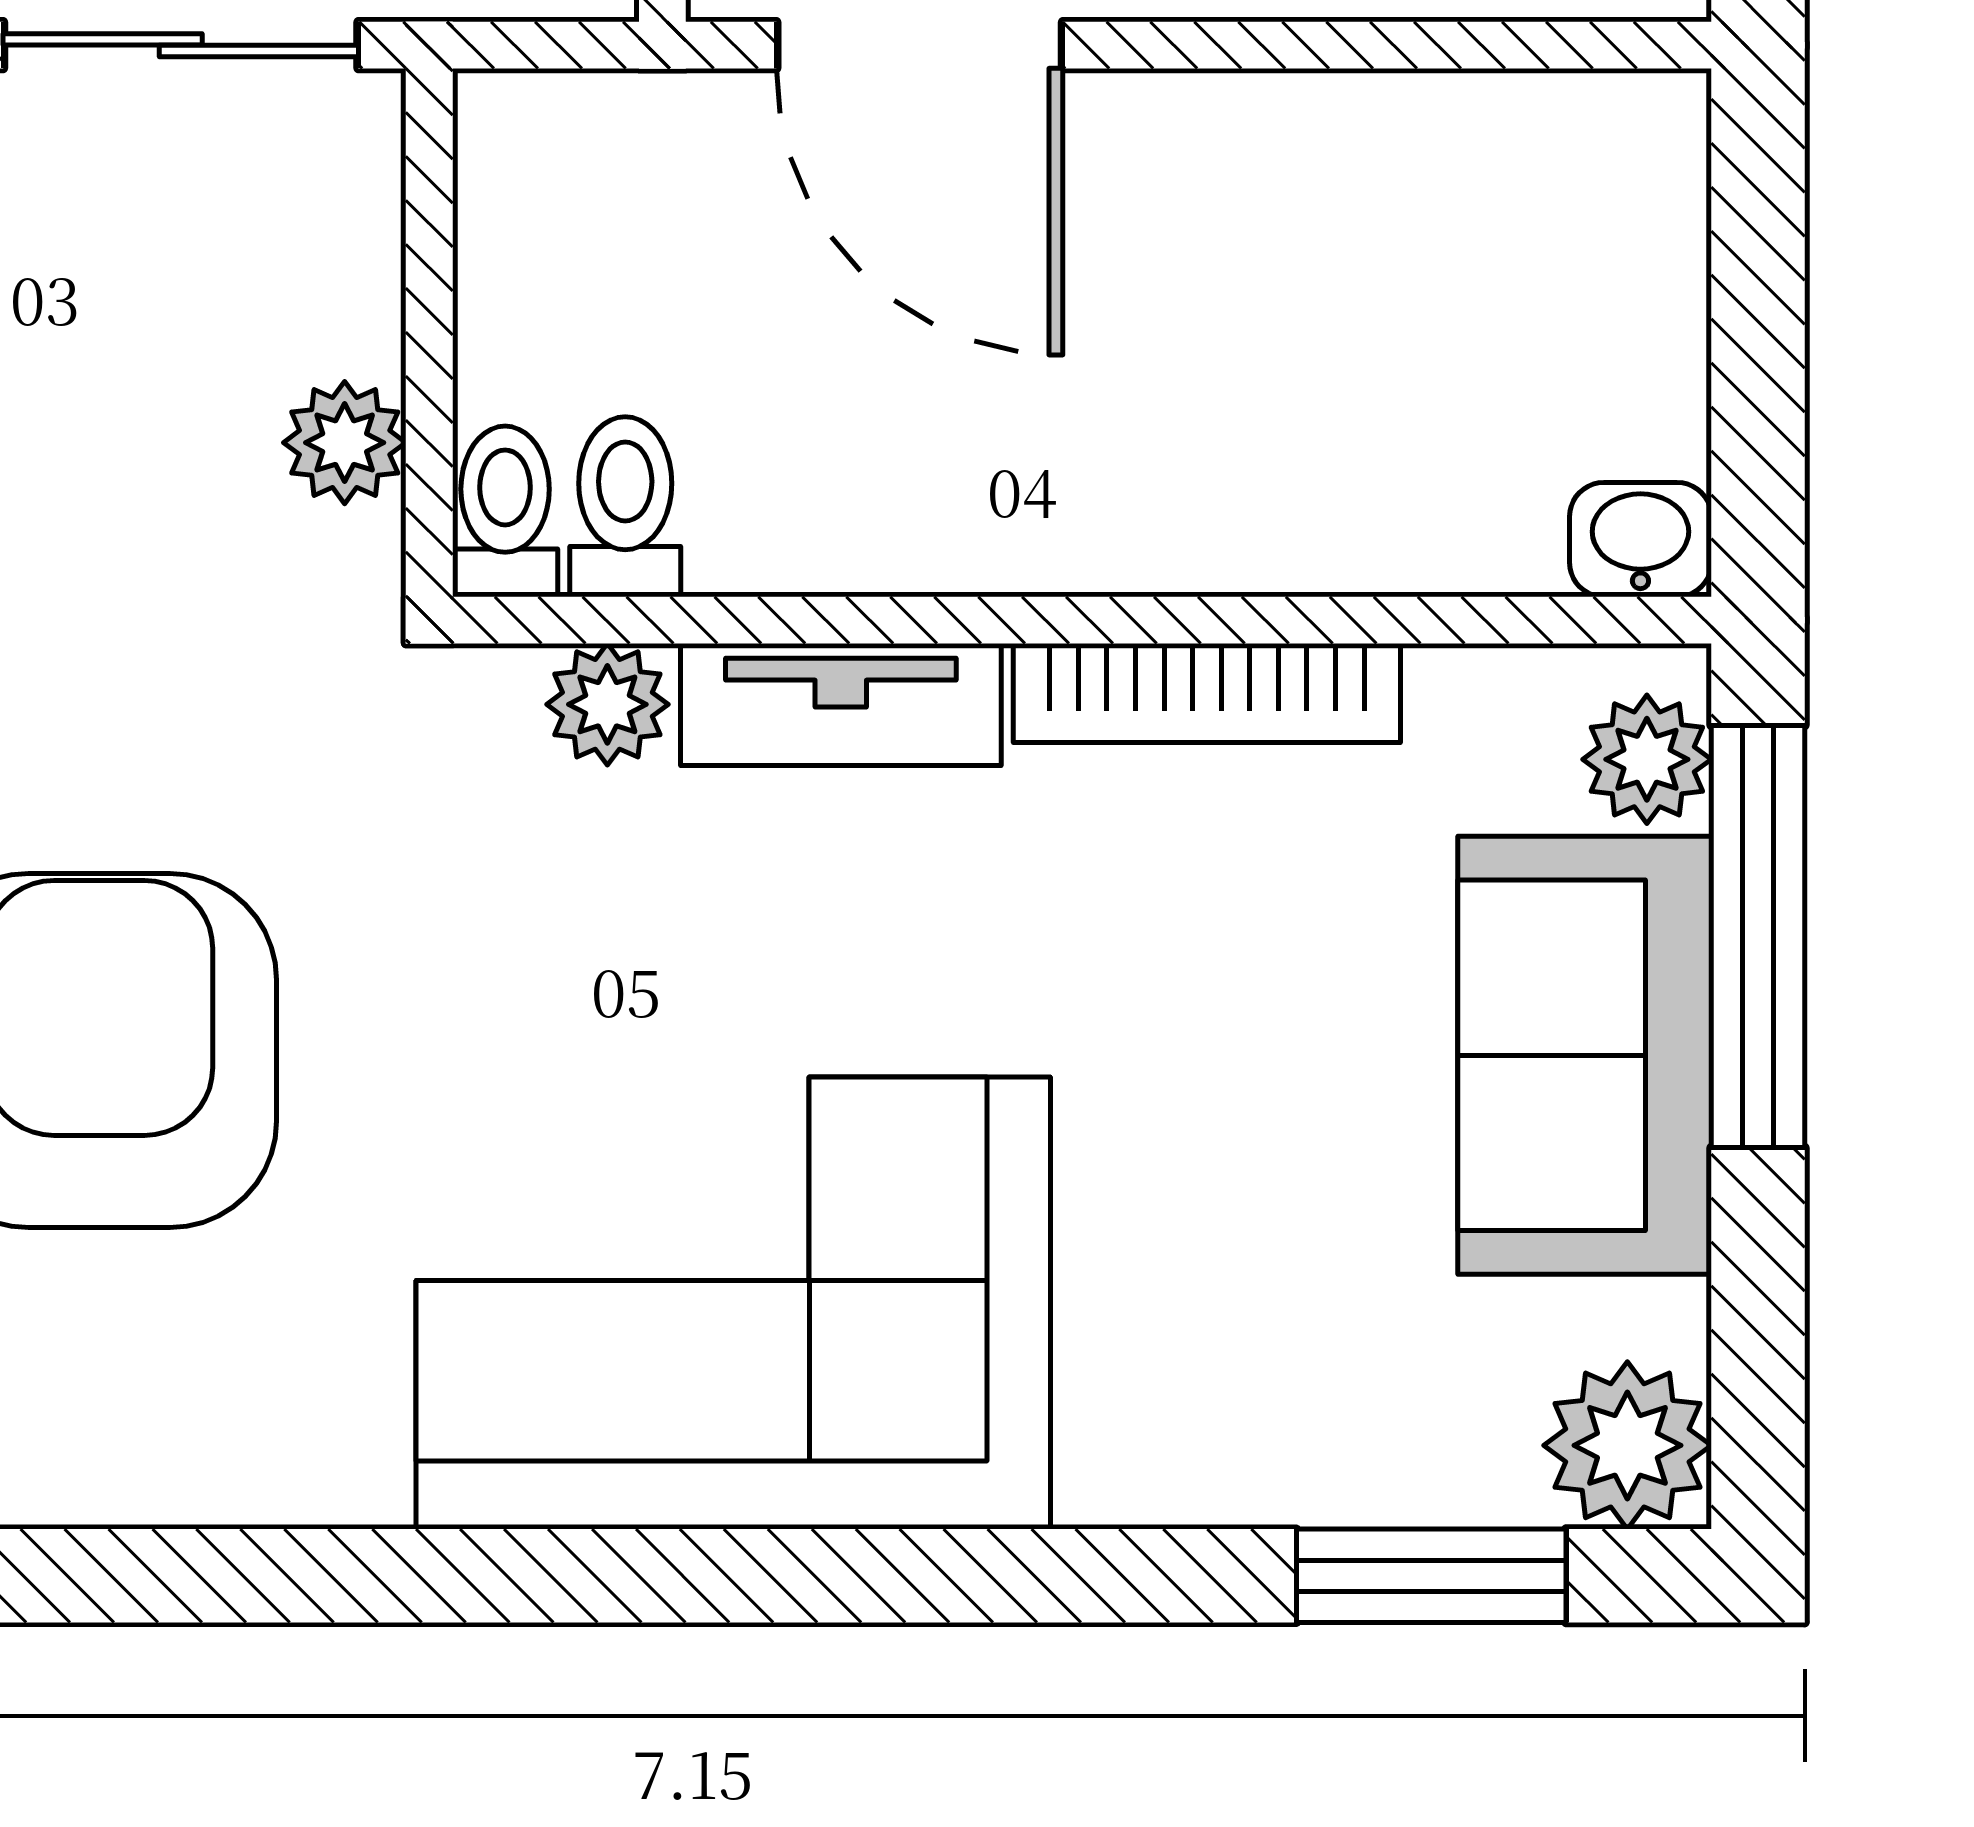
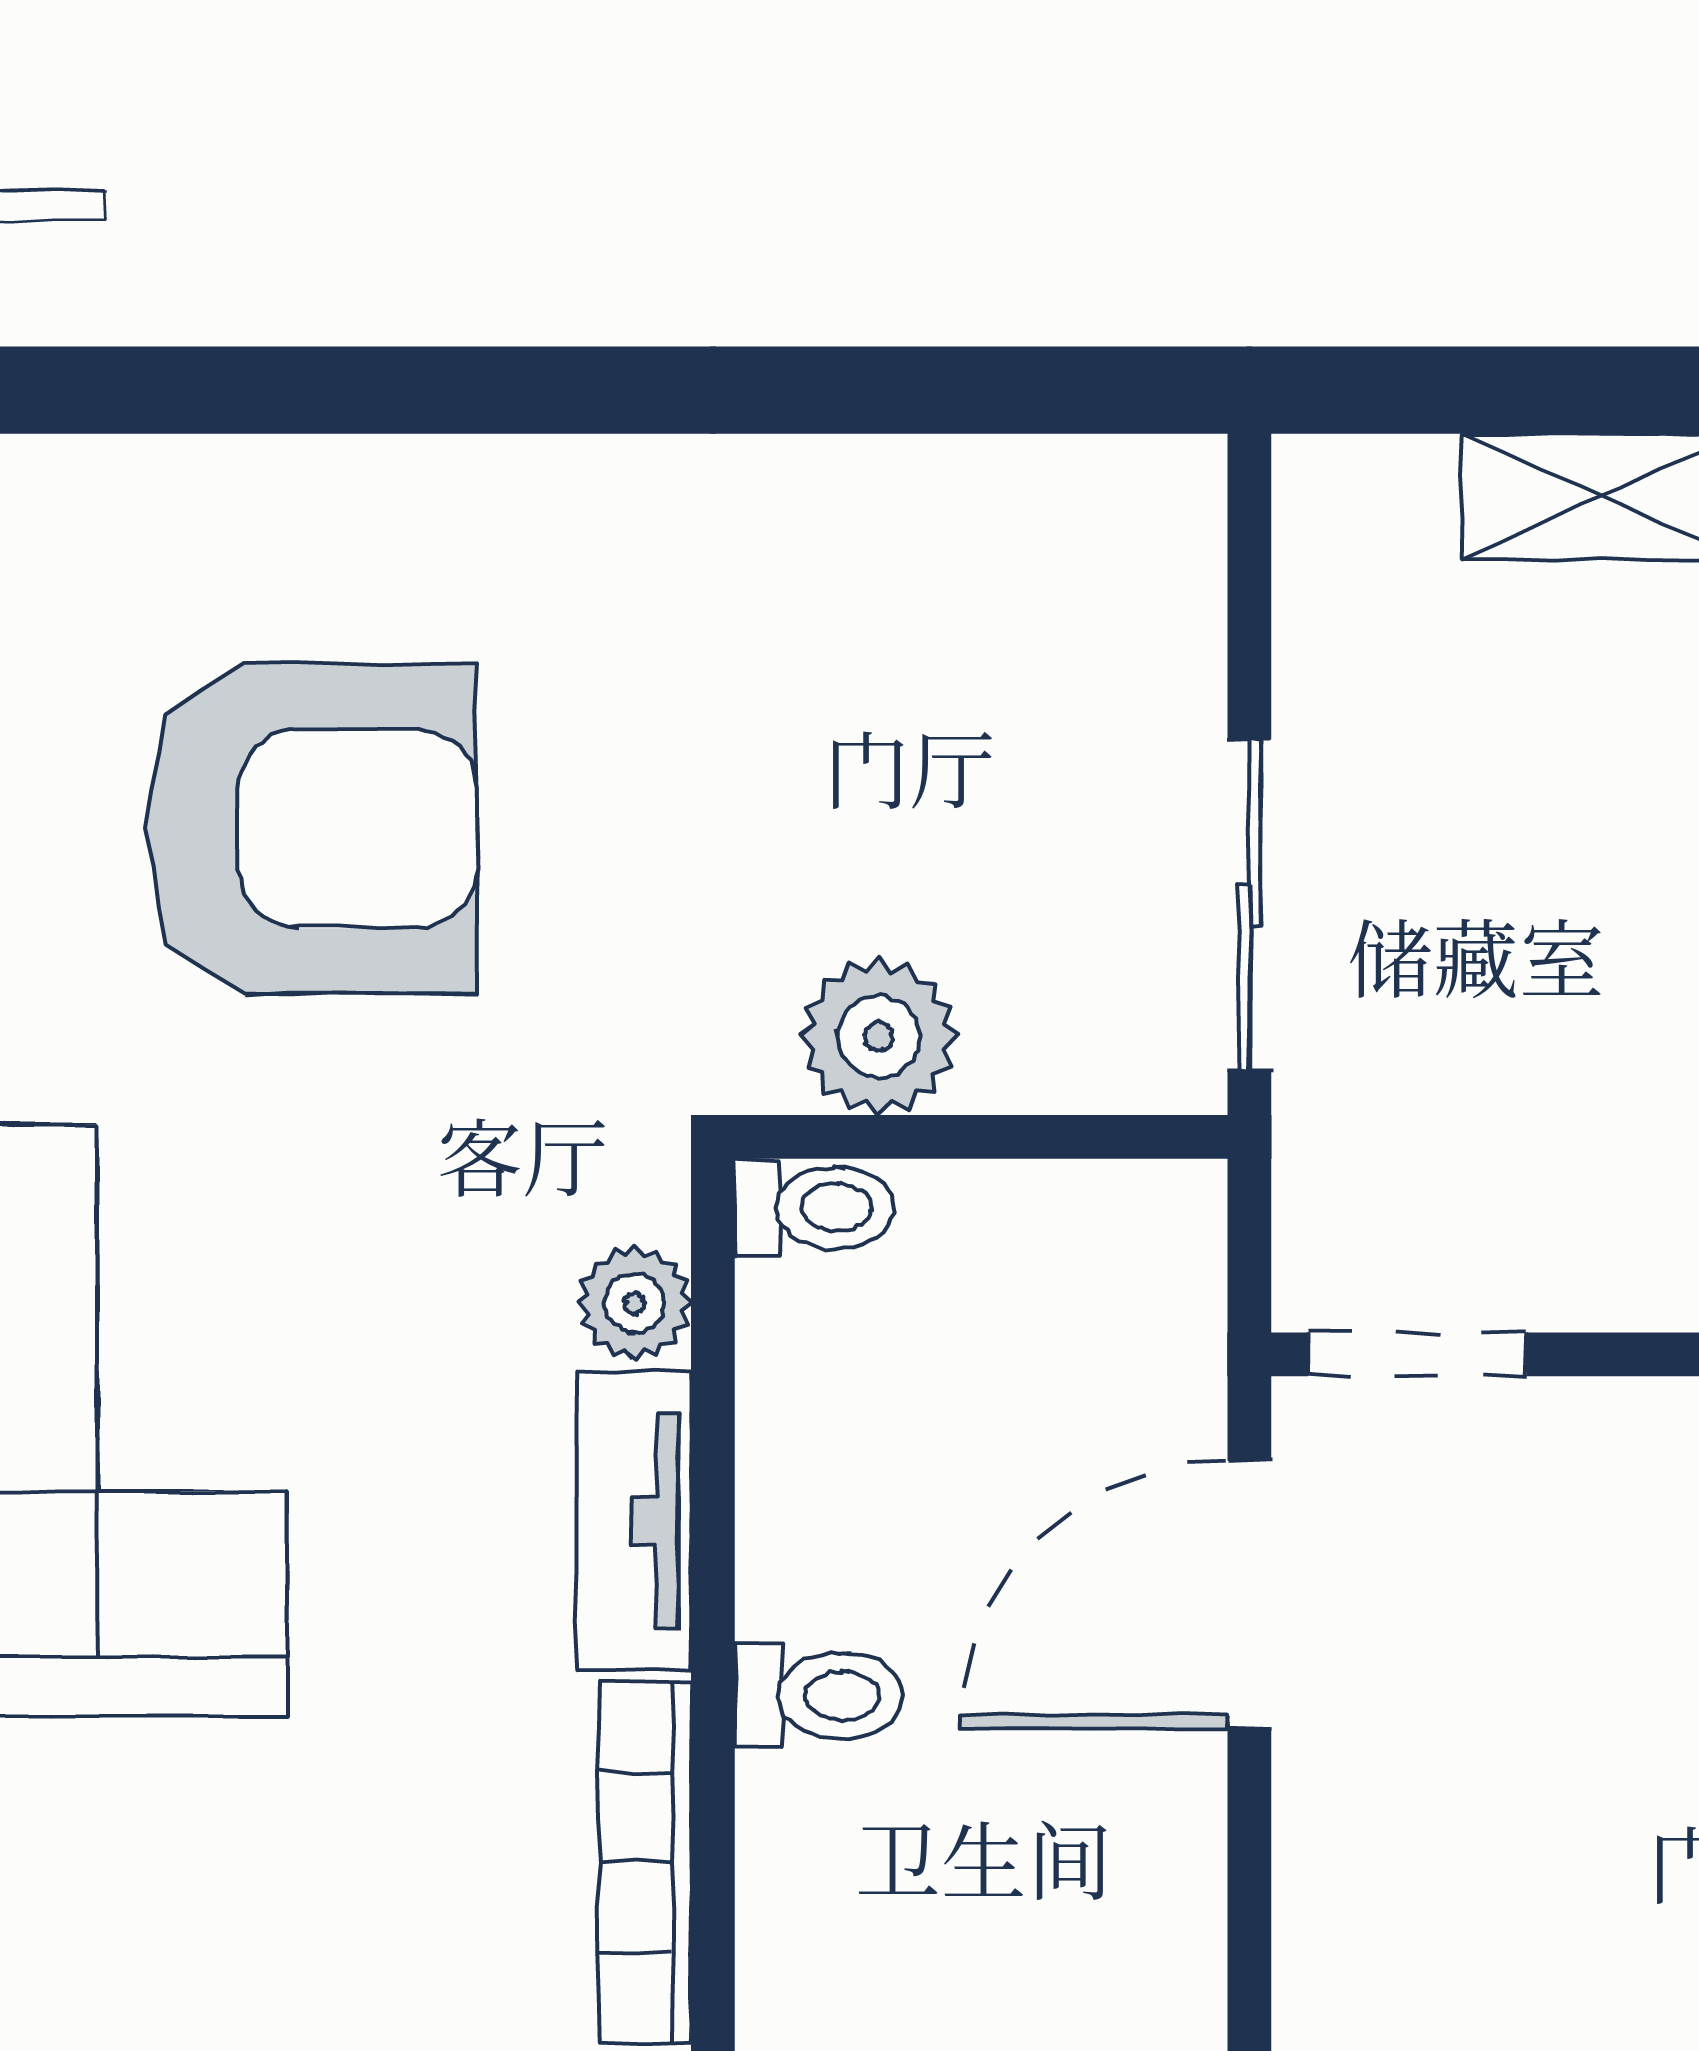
plant: (345, 443) -> (879, 1036), width x1.38, depth x1.38
toilet: (625, 507) -> (819, 1696), moved

